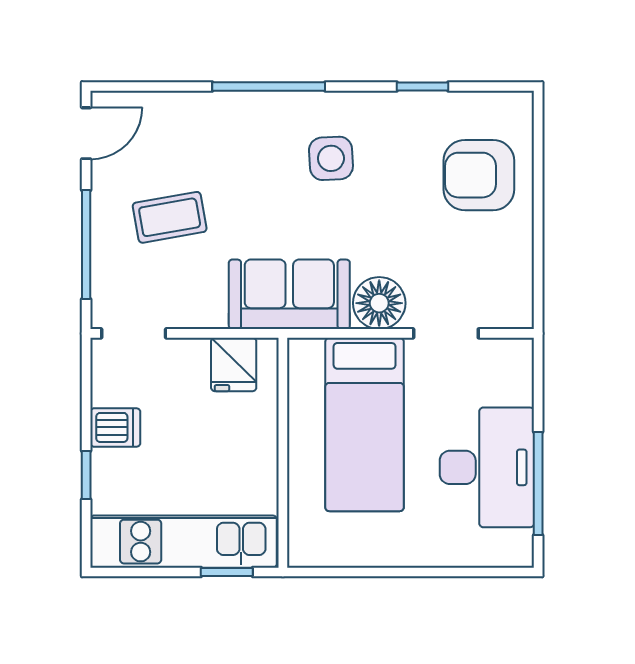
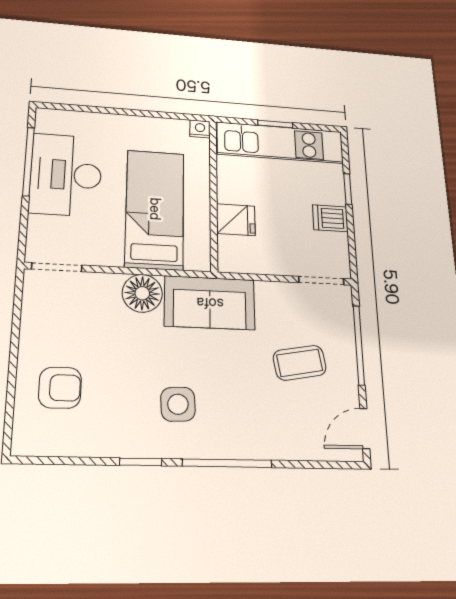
window: (423, 86) -> (141, 462), moved
armchair: (479, 175) -> (60, 388), width x0.72, depth x0.72
doorway: (446, 333) -> (57, 267), moved
fridge: (234, 364) -> (236, 220), moved, turned 90
nightstand: (302, 554) -> (200, 129), added
window: (227, 572) -> (275, 124), moved

